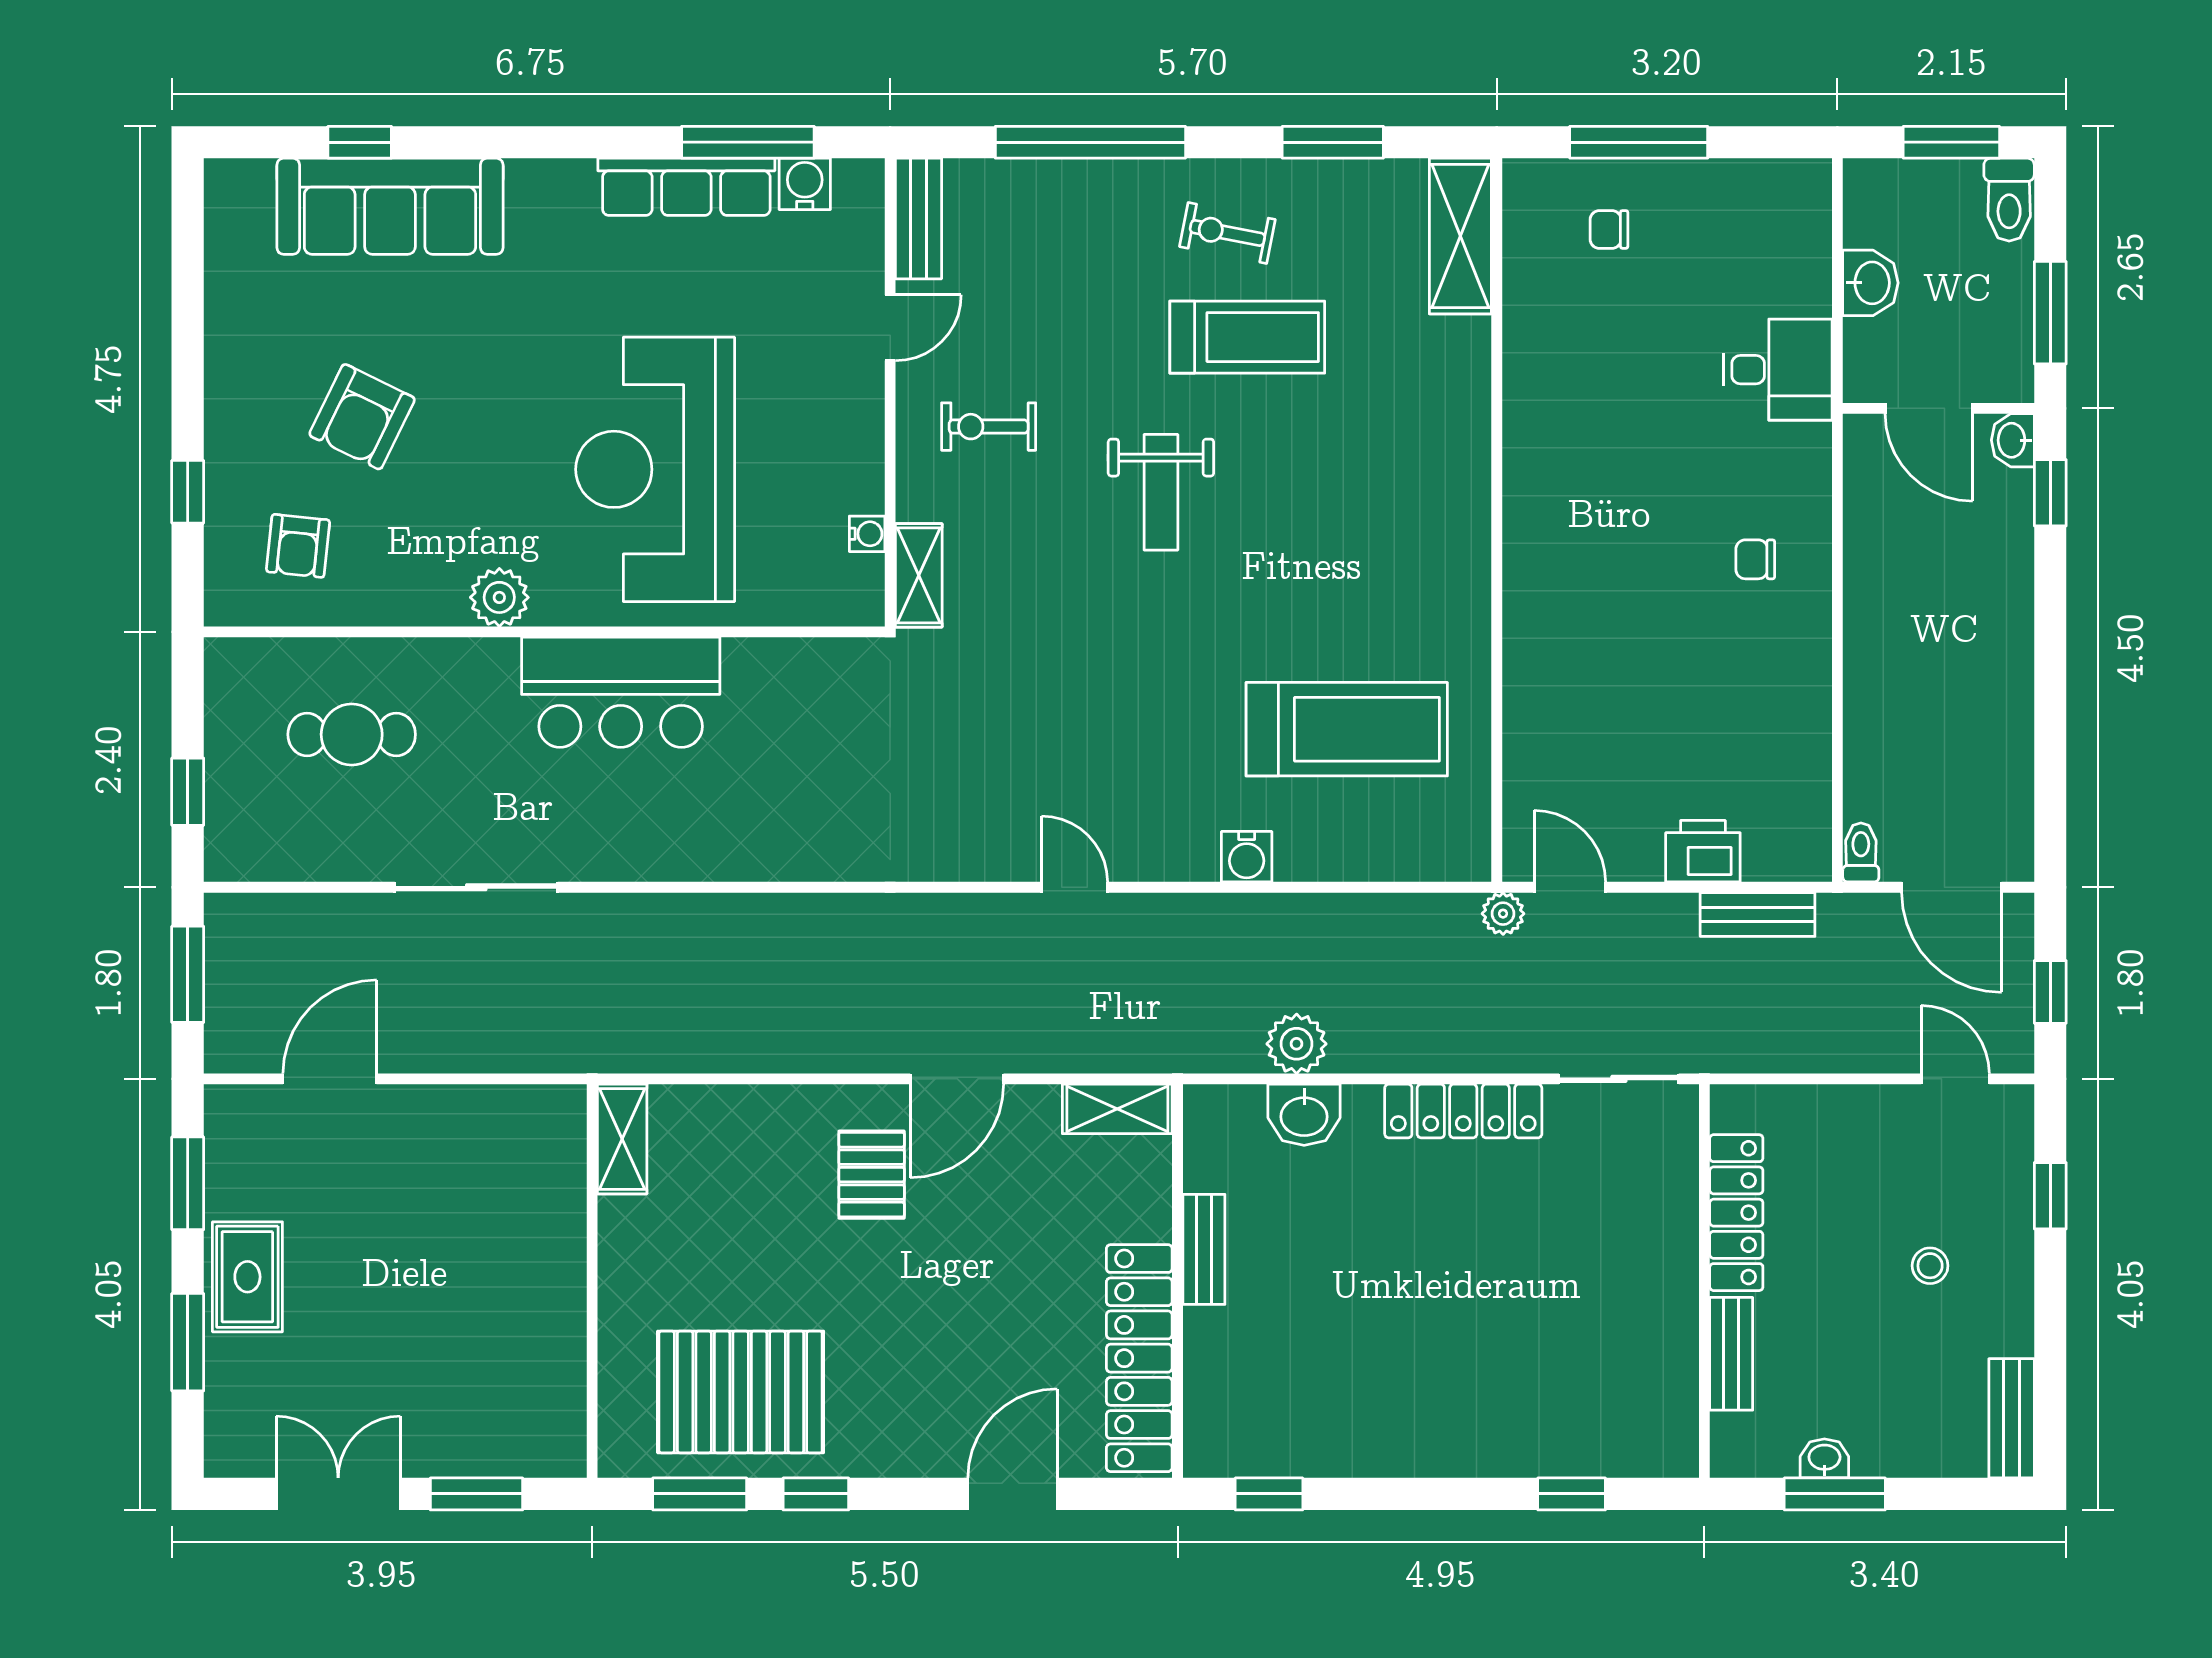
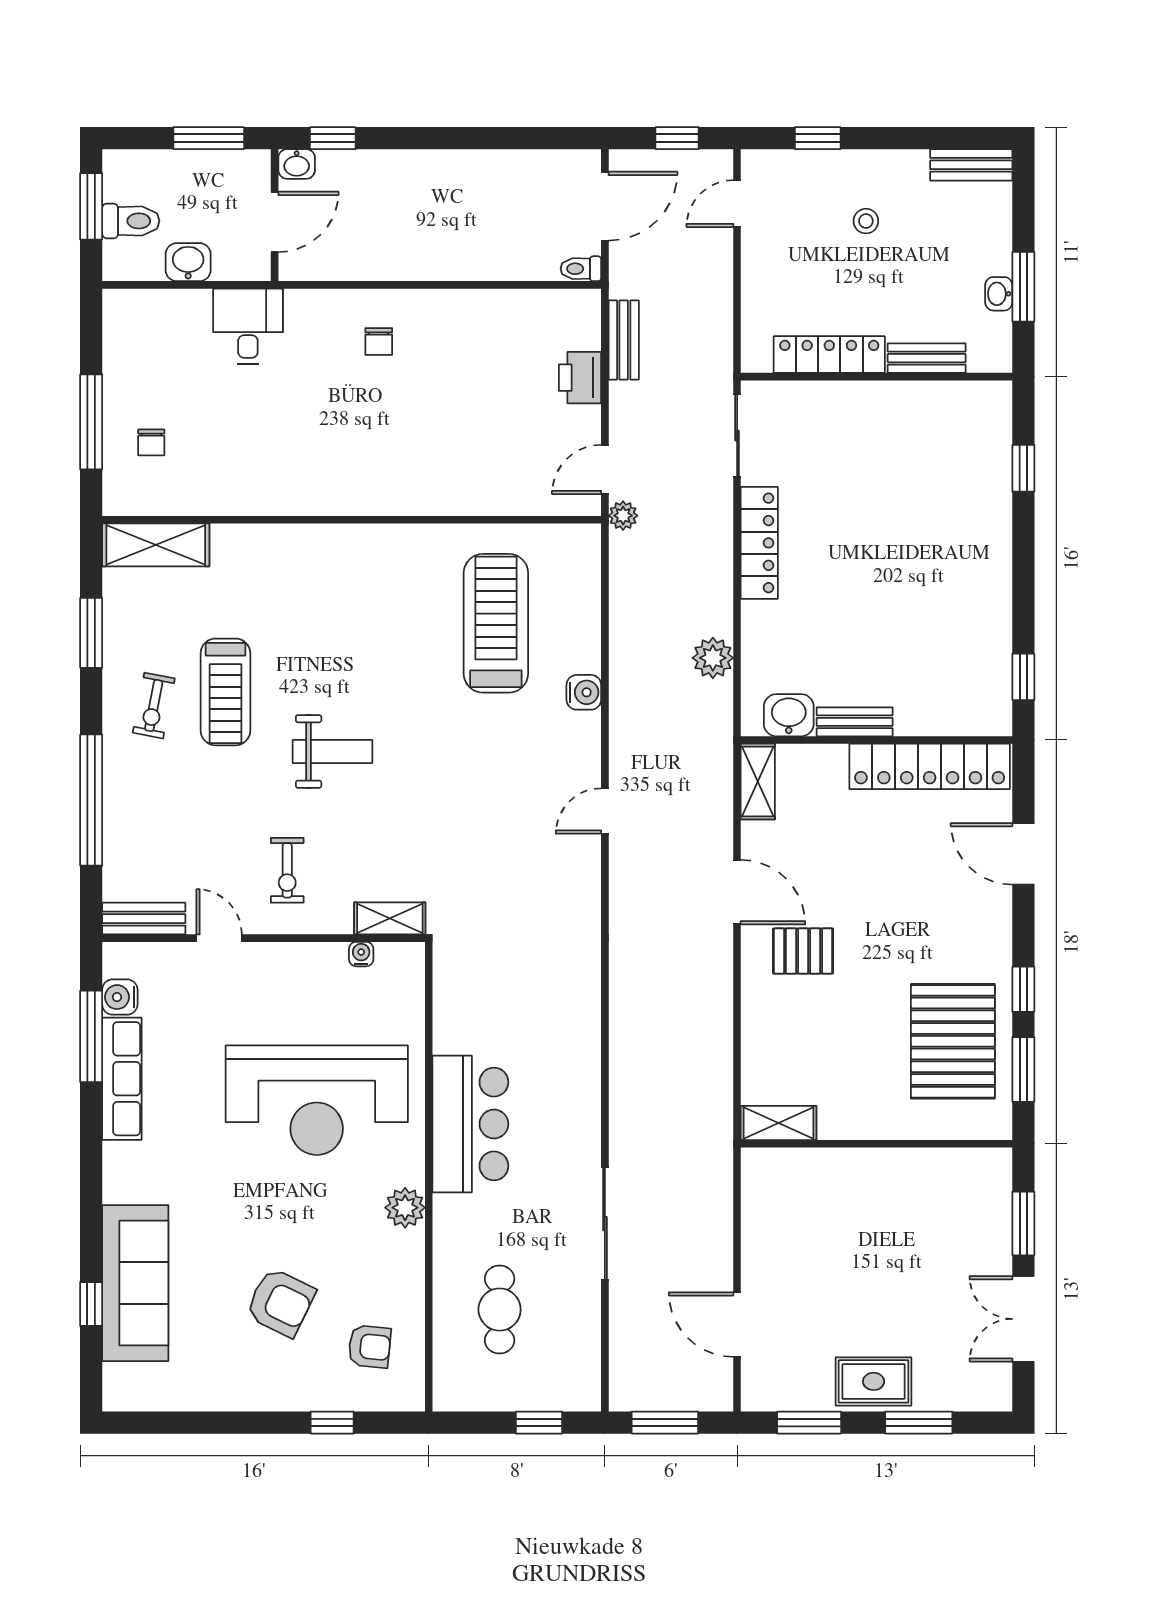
toilet: (2009, 200) -> (131, 221), moved
treadmill: (1247, 337) -> (225, 692), turned 180
washbasin: (1304, 1115) -> (789, 715), moved, turned -90

